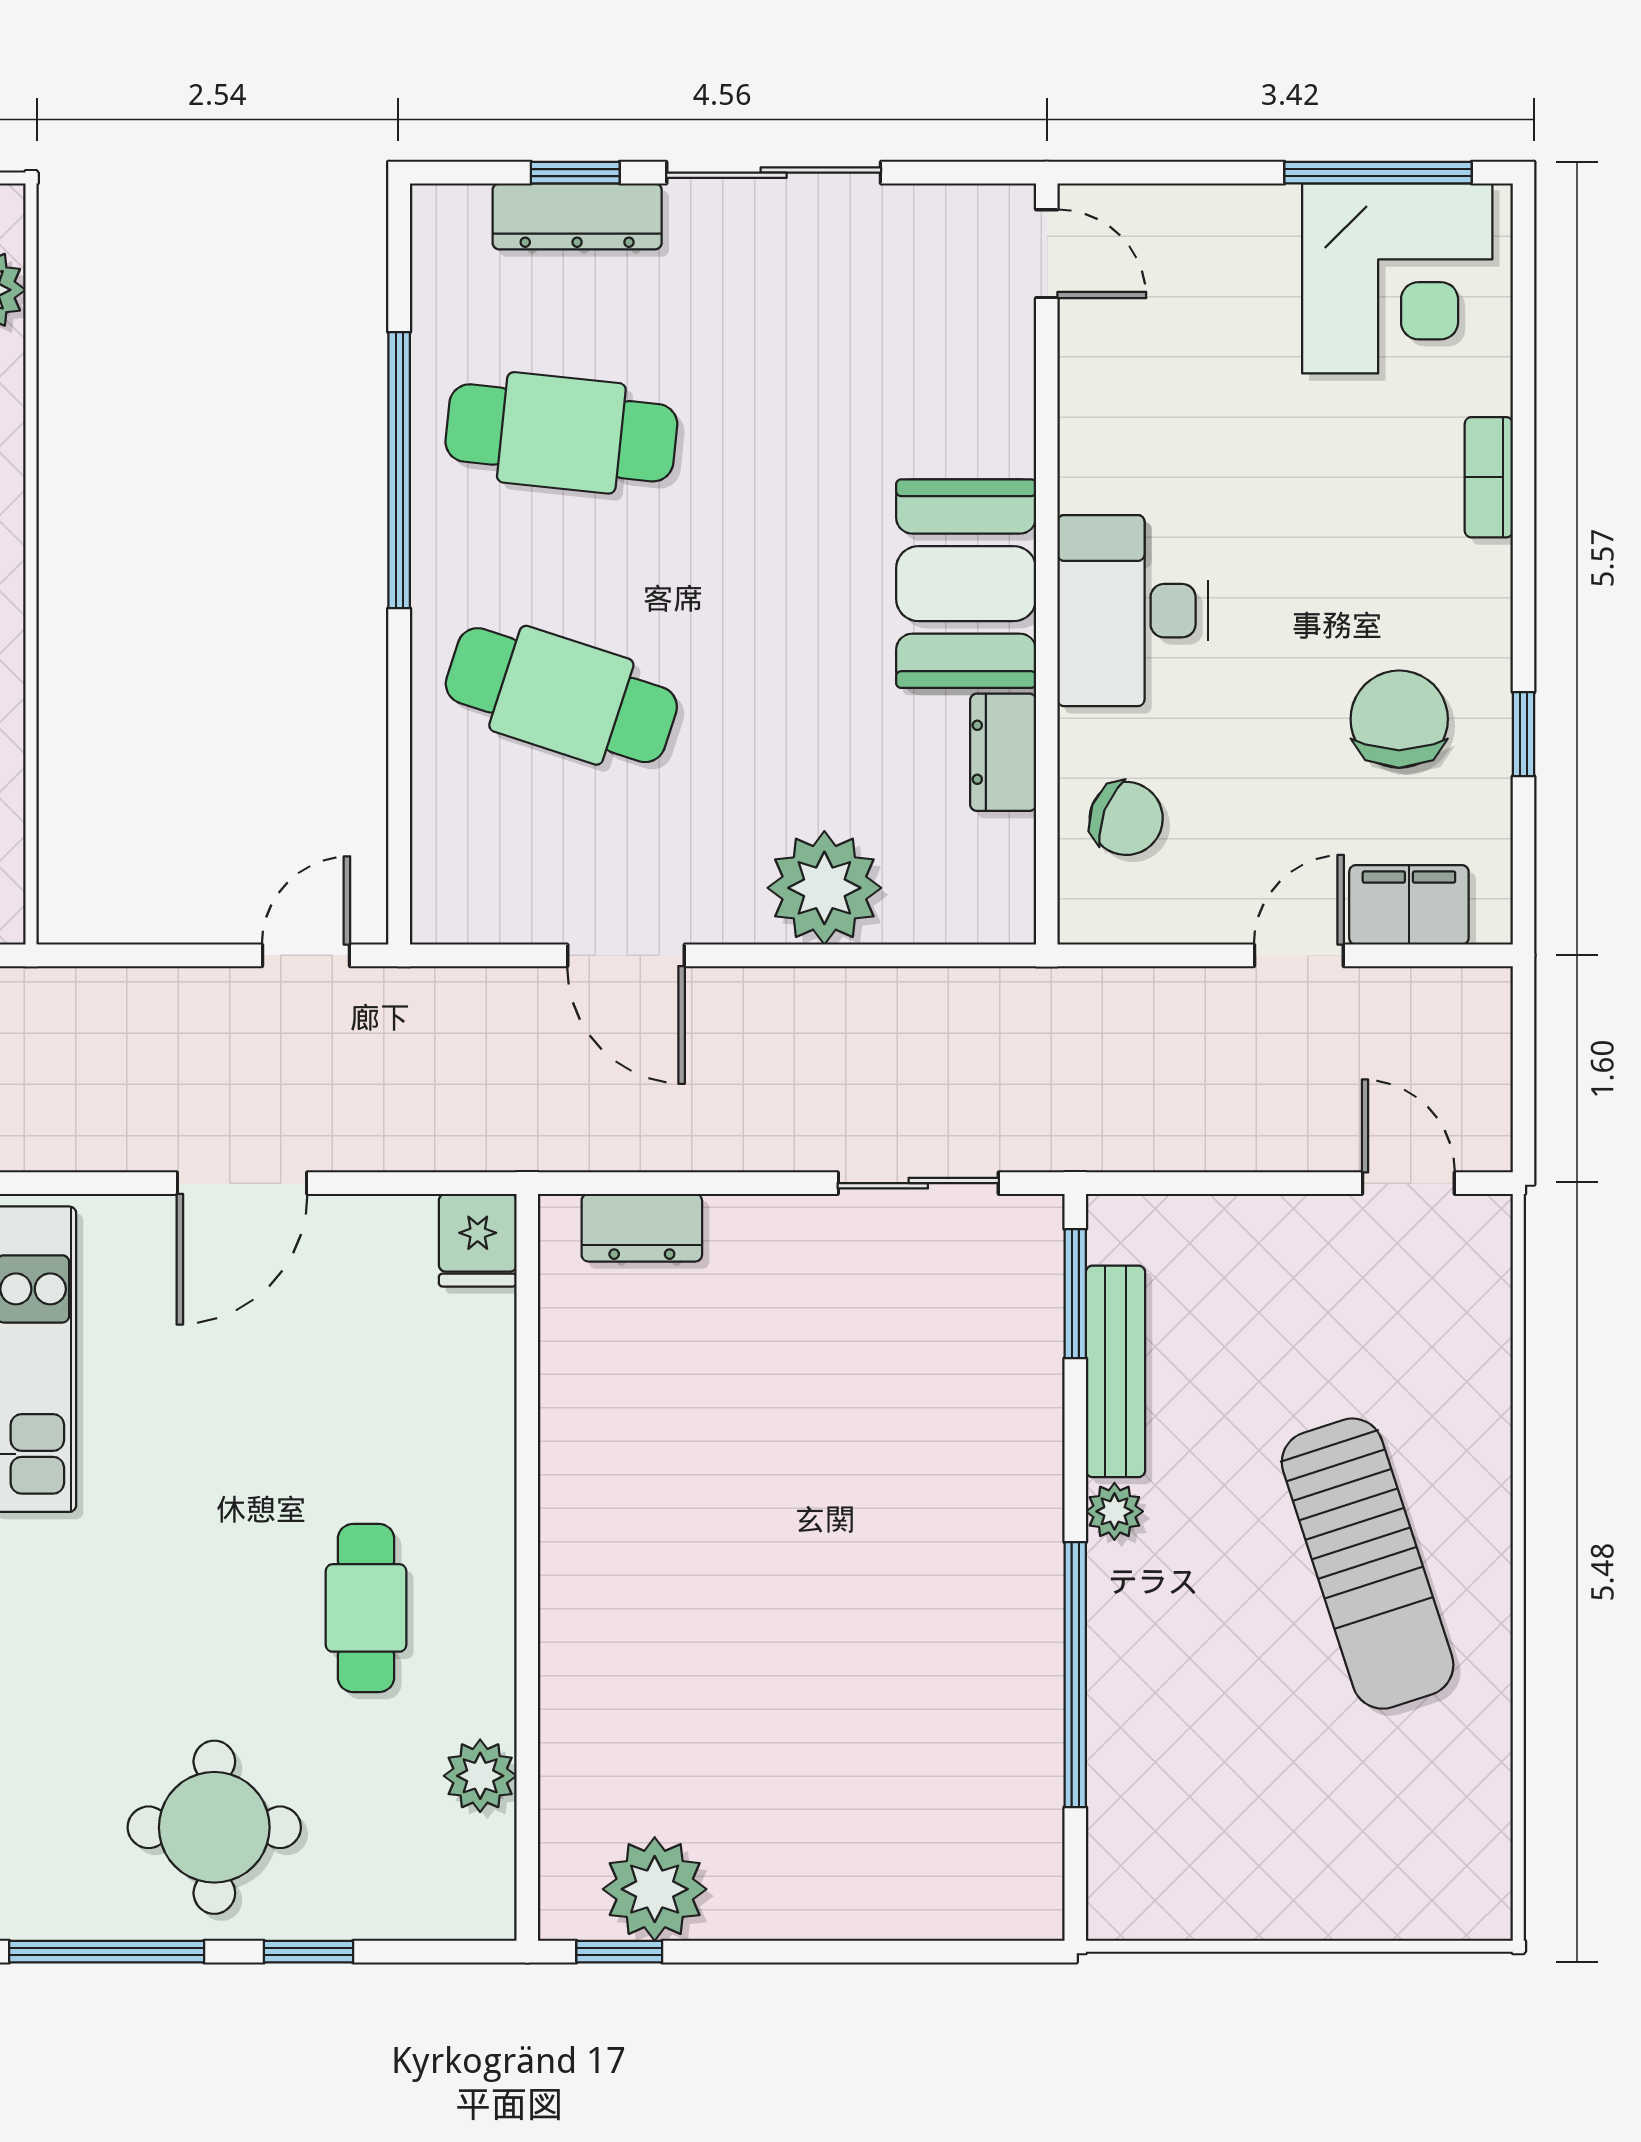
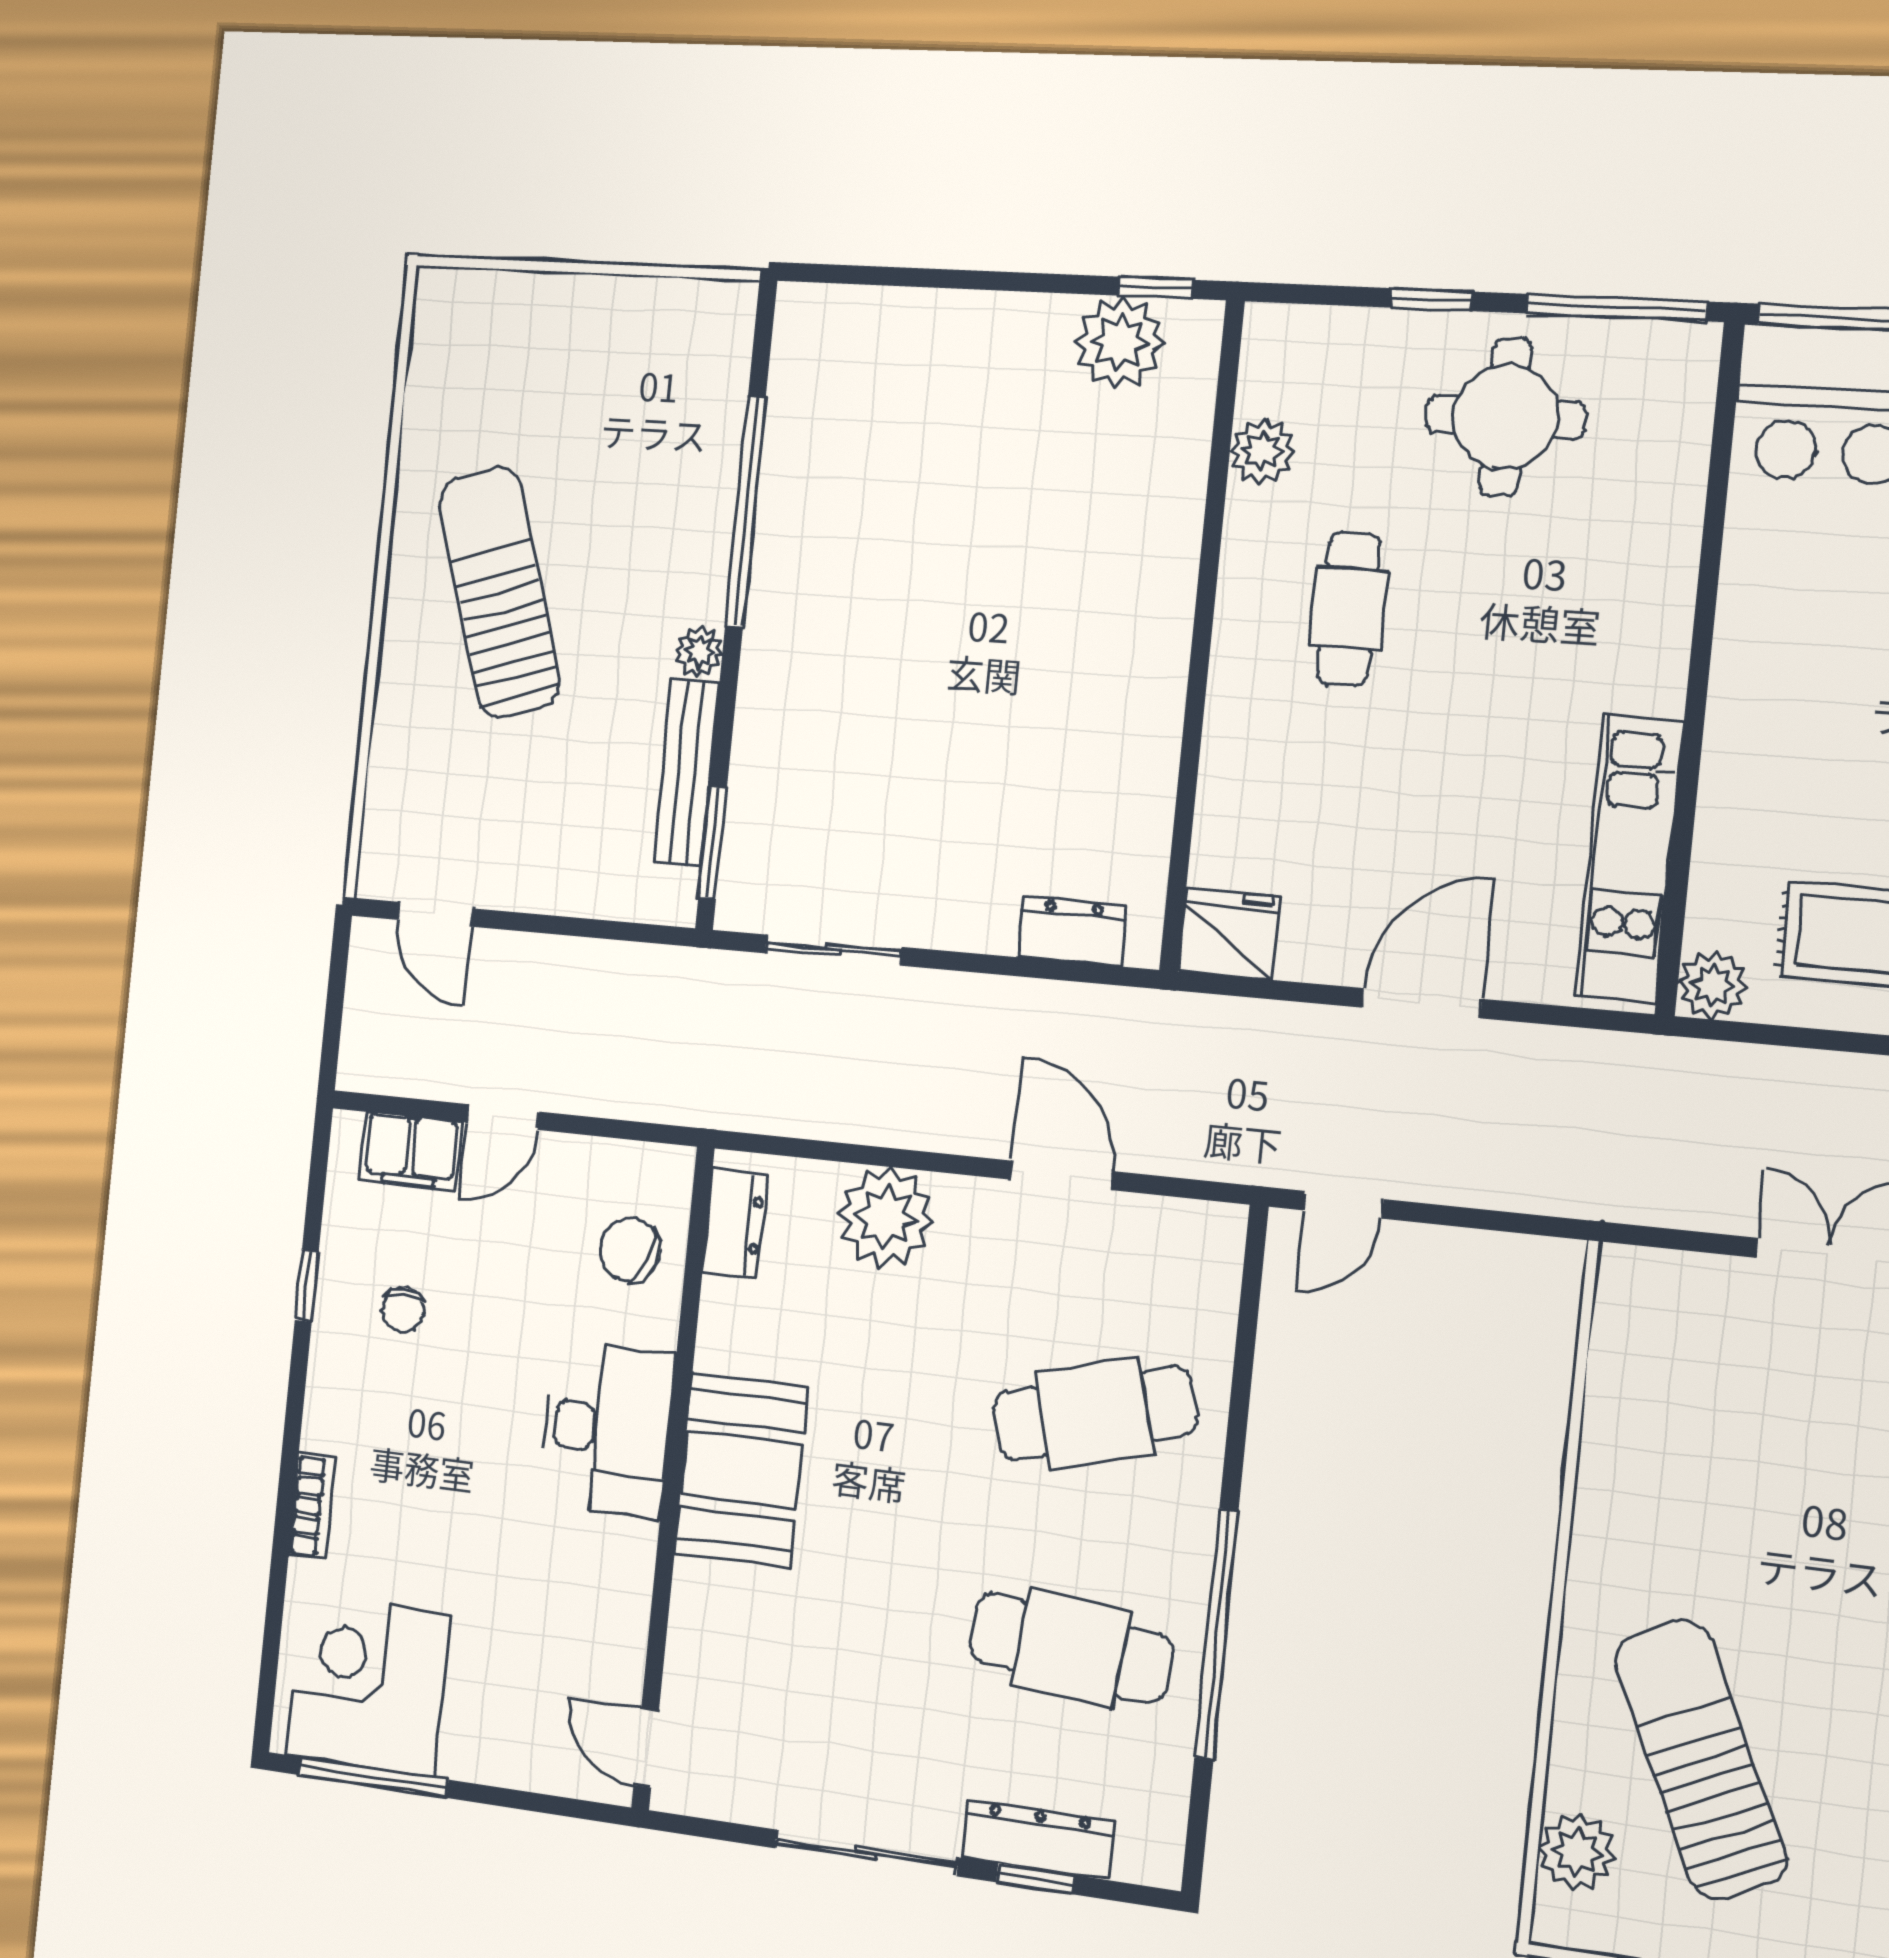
cafe table: (561, 695) -> (1094, 1414), turned -33
chair: (1399, 719) -> (403, 1310), width x0.54, depth x0.54
dresser: (1003, 752) -> (735, 1223), moved
fridge: (478, 1240) -> (1229, 934), width x1.38

